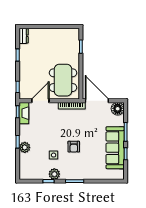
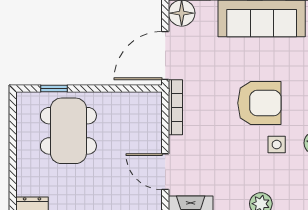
dining table: (63, 80) -> (68, 131), moved, turned 90
armchair: (74, 147) -> (259, 103), width x1.88, depth x1.88

